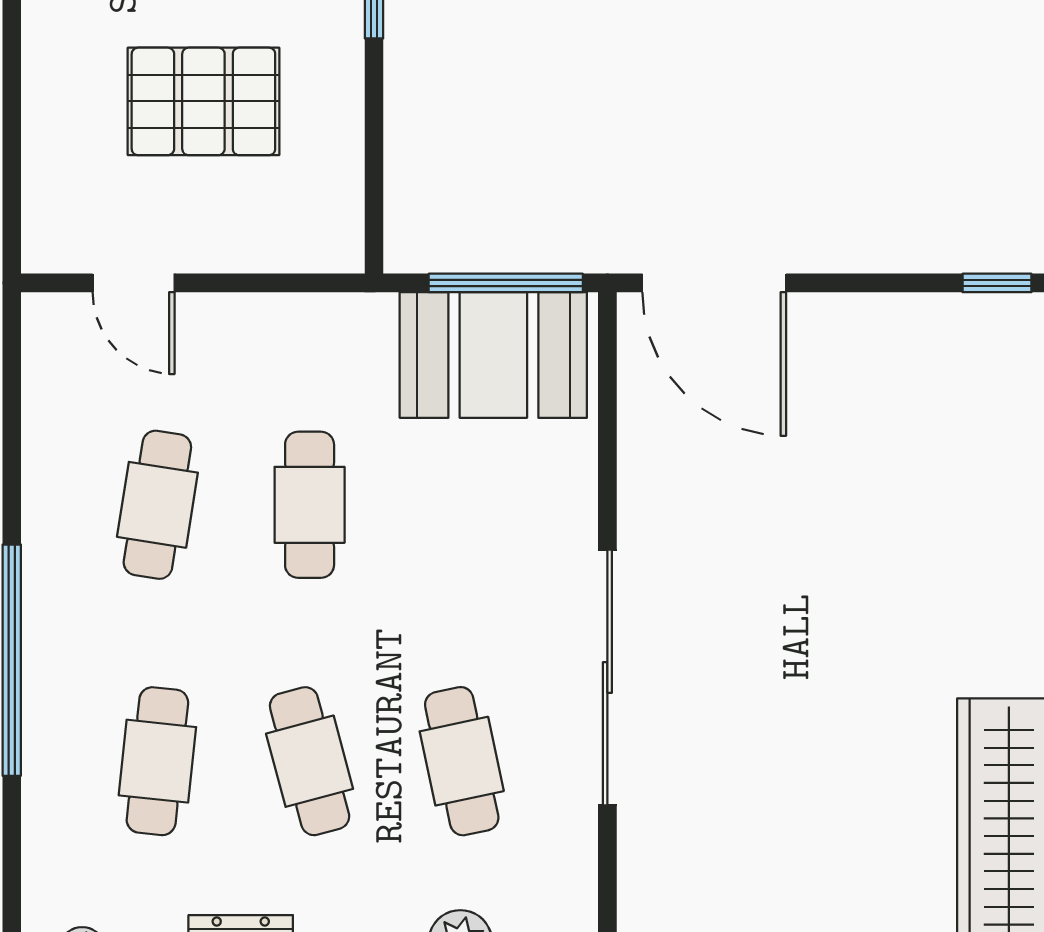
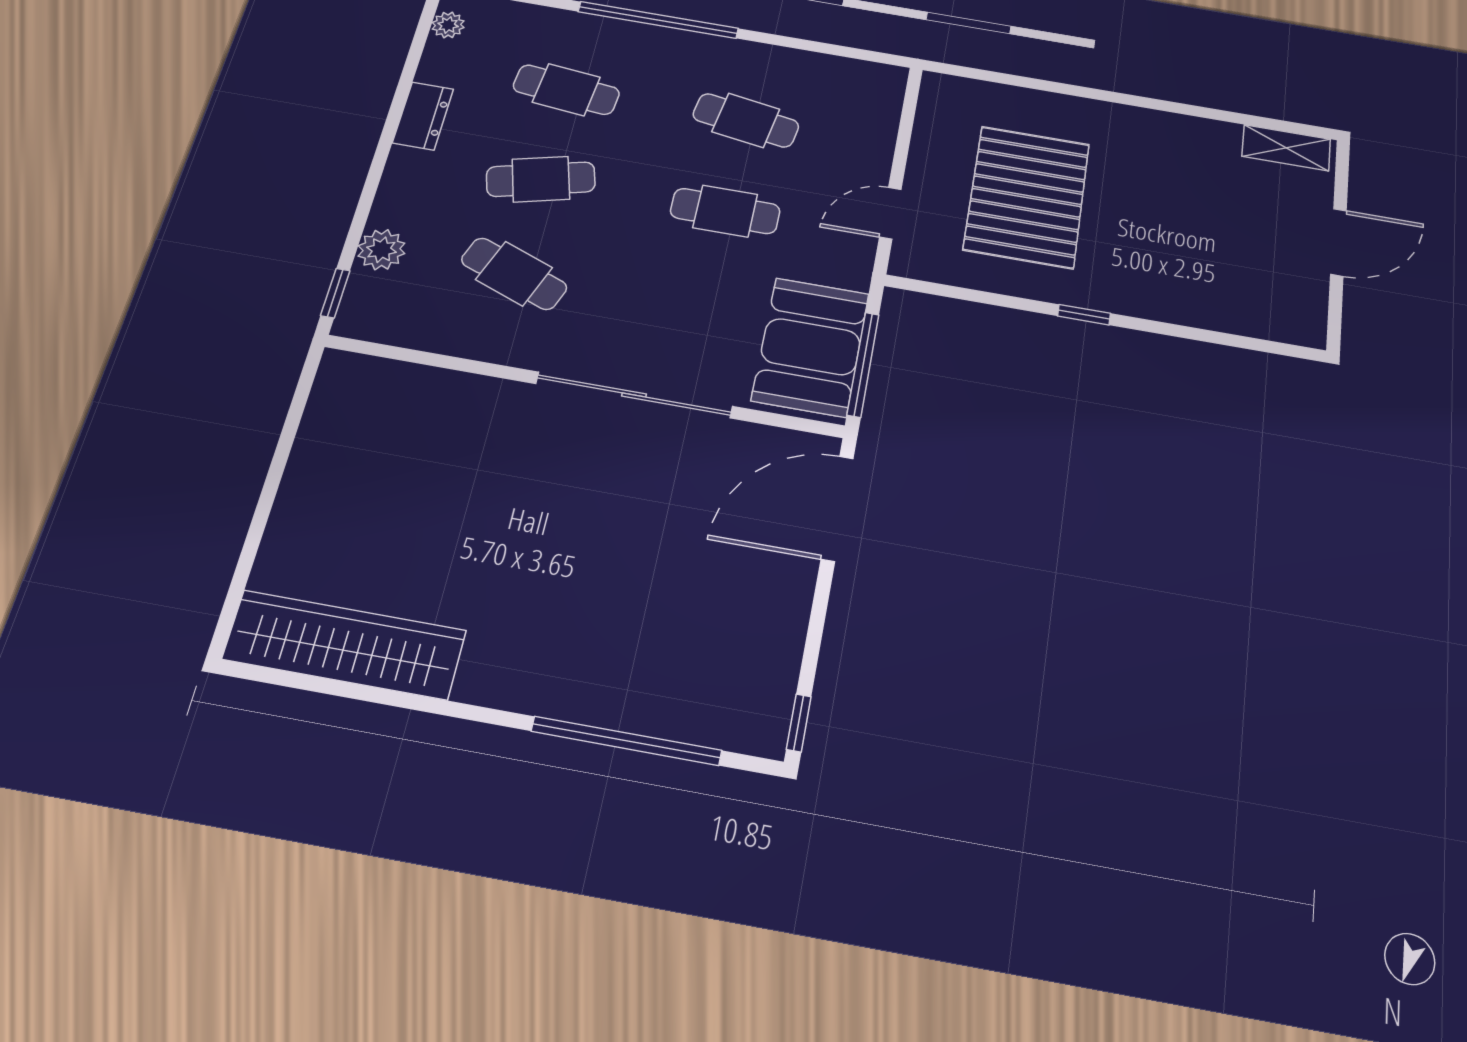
pallet: (203, 101) -> (1027, 197), width x1.37, depth x1.41
door: (134, 283) -> (890, 213), moved
sliding door: (607, 678) -> (634, 395), moved
cafe table: (462, 761) -> (514, 274), turned 33

